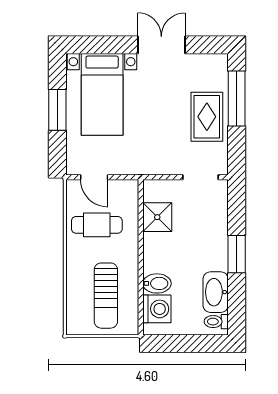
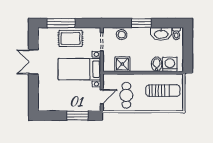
bed with nightstands: (102, 94) -> (79, 69), moved, turned 180
window: (57, 110) -> (78, 116), moved
stool: (214, 216) -> (122, 35), added

